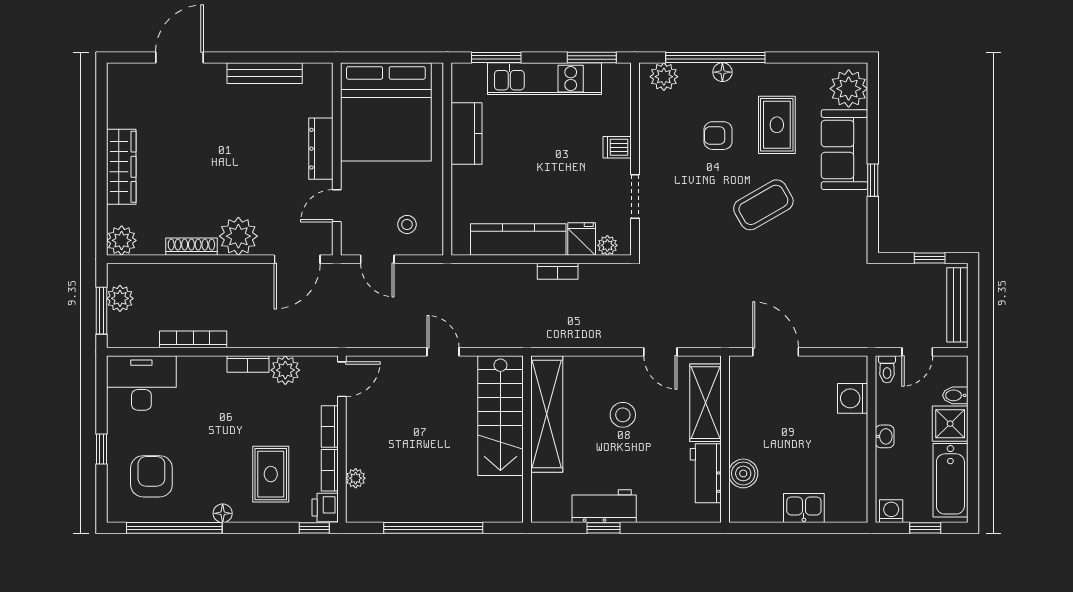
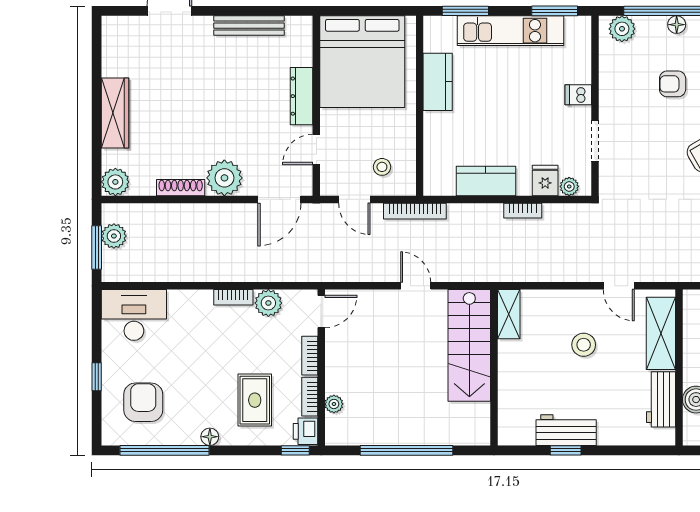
kitchen counter: (518, 240) -> (486, 181), width x0.67
bookcase: (193, 339) -> (415, 211), moved, turned 180
shelving: (547, 414) -> (509, 314), width x0.45, depth x0.75

